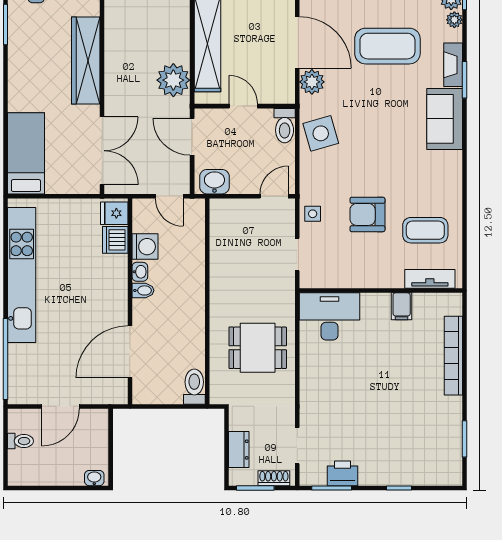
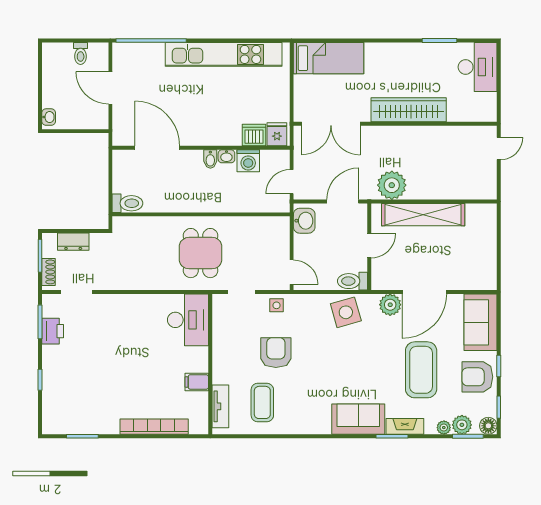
dining table: (258, 348) -> (201, 253), moved

